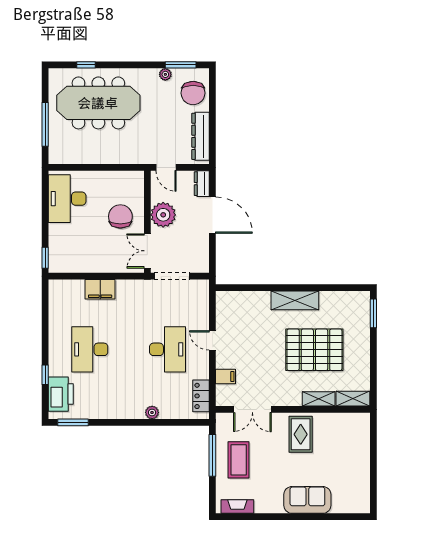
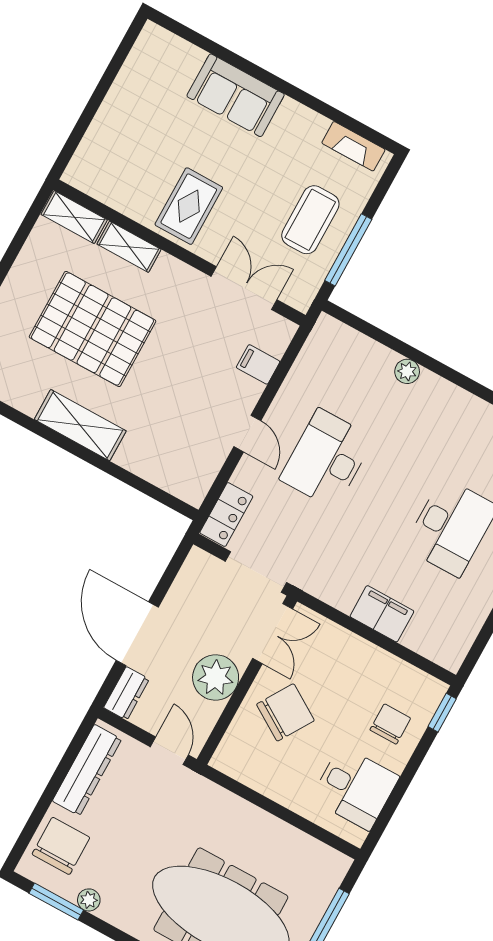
desk: (67, 199) -> (355, 788), width x0.73
chair: (120, 216) -> (285, 712), turned -148
chair: (67, 239) -> (390, 724), added
locker: (201, 396) -> (226, 515), moved

